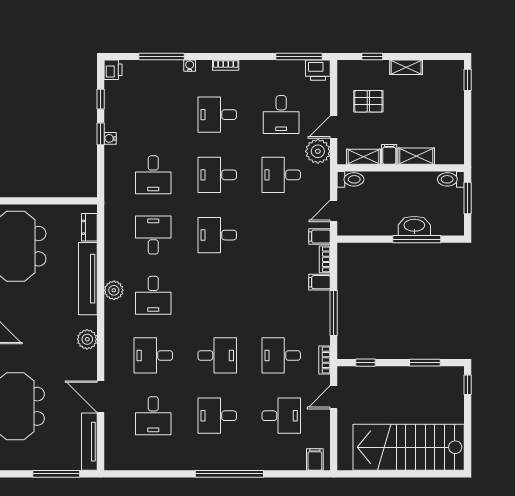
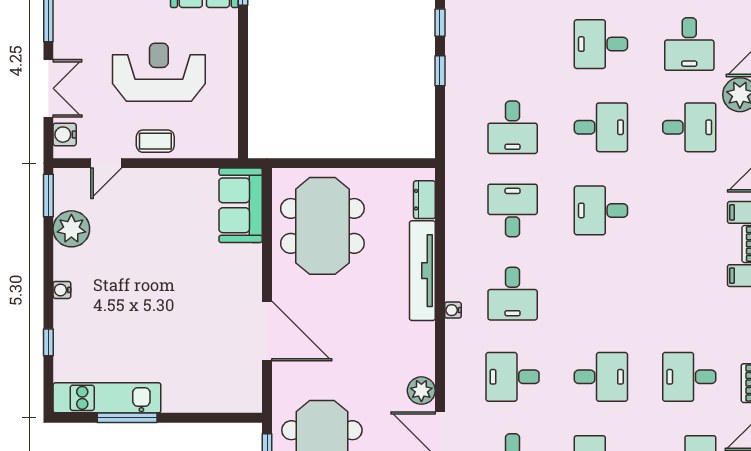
water cooler: (110, 138) -> (453, 310), moved
desk: (217, 175) -> (601, 127), turned 180
desk: (281, 175) -> (689, 127), turned 180
plant: (114, 290) -> (458, 287), removed
plant: (87, 339) -> (421, 391), moved

